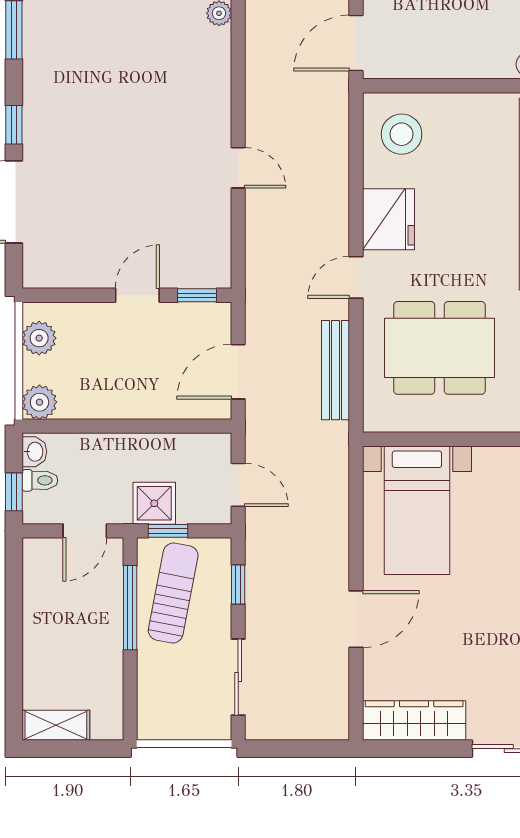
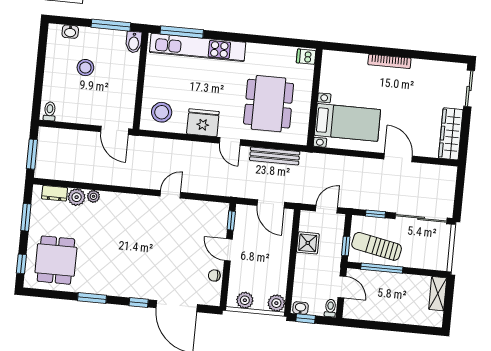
chair: (83, 272) -> (214, 275), added
toilet: (40, 480) -> (330, 308), moved
window: (14, 492) -> (306, 319), moved
shower: (154, 503) -> (308, 243), moved
sliding door: (238, 677) -> (421, 218), width x1.37
shelving: (56, 725) -> (438, 294), moved

